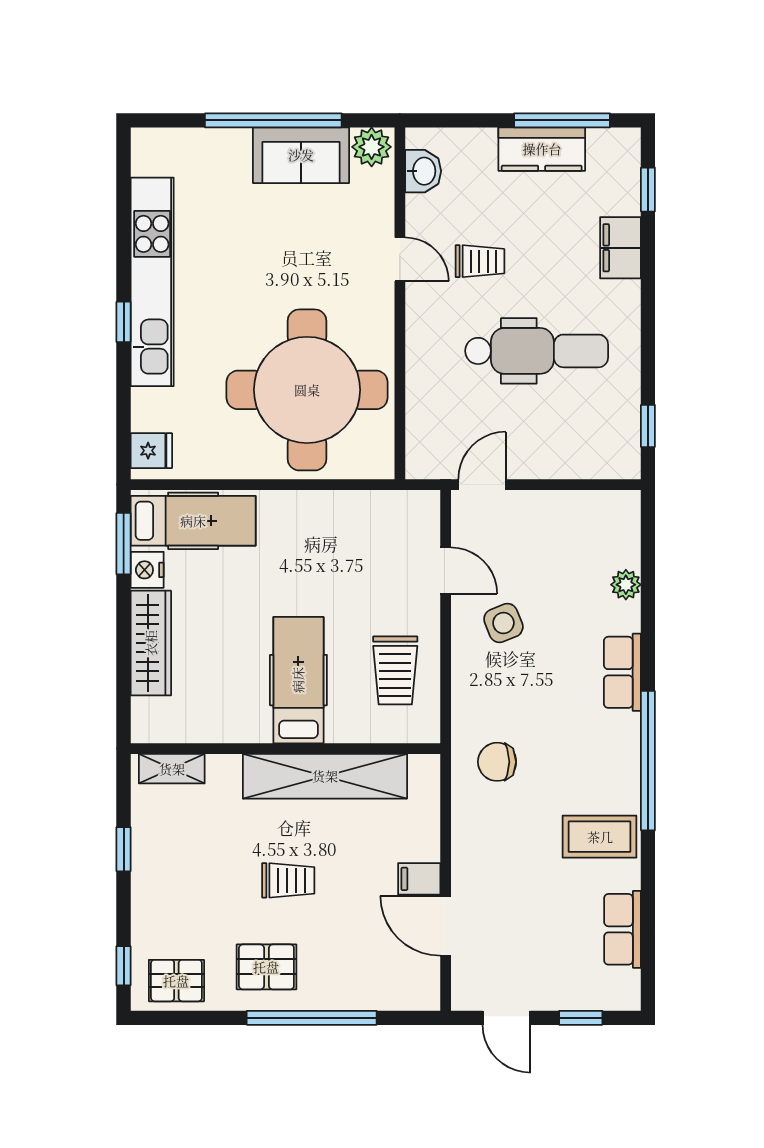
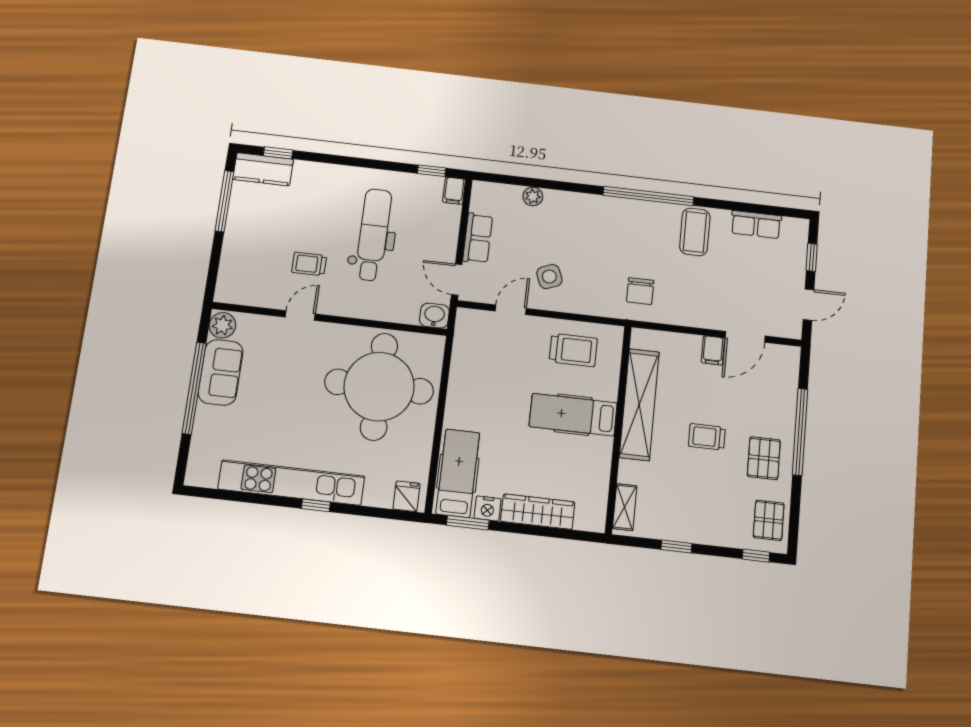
kitchen counter: (542, 149) -> (263, 169), moved, turned 90
washbasin: (423, 171) -> (434, 316), moved
filing cabinet: (620, 248) -> (454, 191), moved, width x0.50
trolley: (480, 261) -> (309, 264), turned -90
row of seats: (622, 672) -> (478, 238), moved, turned -90
trolley: (288, 880) -> (707, 437), turned -90

